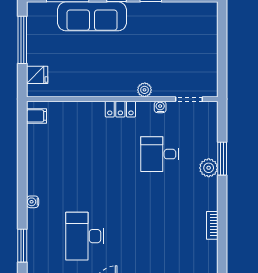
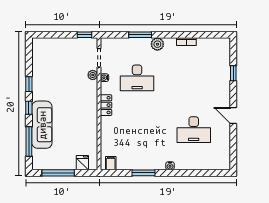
window: (222, 78) -> (84, 35), added
plant: (145, 90) -> (93, 75), moved
desk: (160, 154) -> (137, 78), width x1.37
plant: (209, 168) -> (157, 44), moved
window: (22, 246) -> (144, 173), moved

